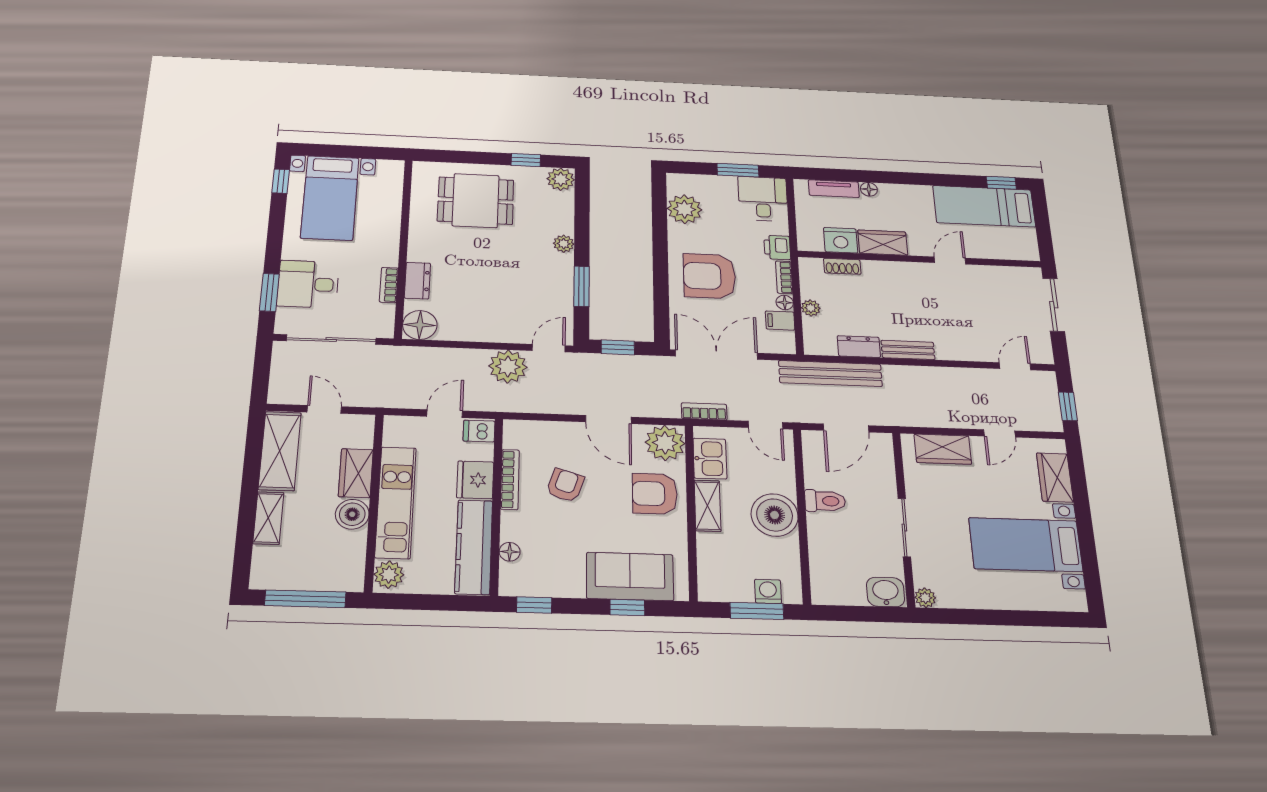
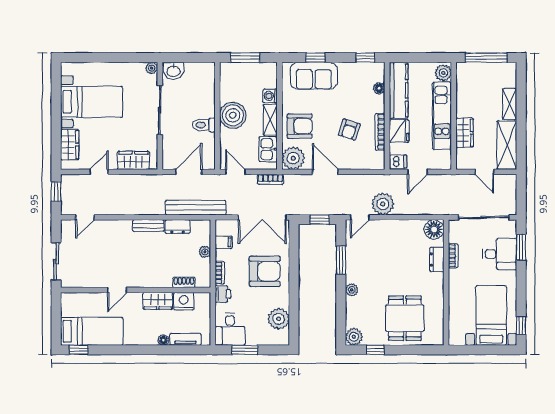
dining table: (476, 201) -> (405, 318), turned 90
floor lamp: (785, 303) -> (220, 255), removed
boiler: (352, 514) -> (465, 108), removed
sliding door: (904, 528) -> (160, 110), width x1.37
washing machine: (768, 591) -> (270, 96), moved, turned 90

